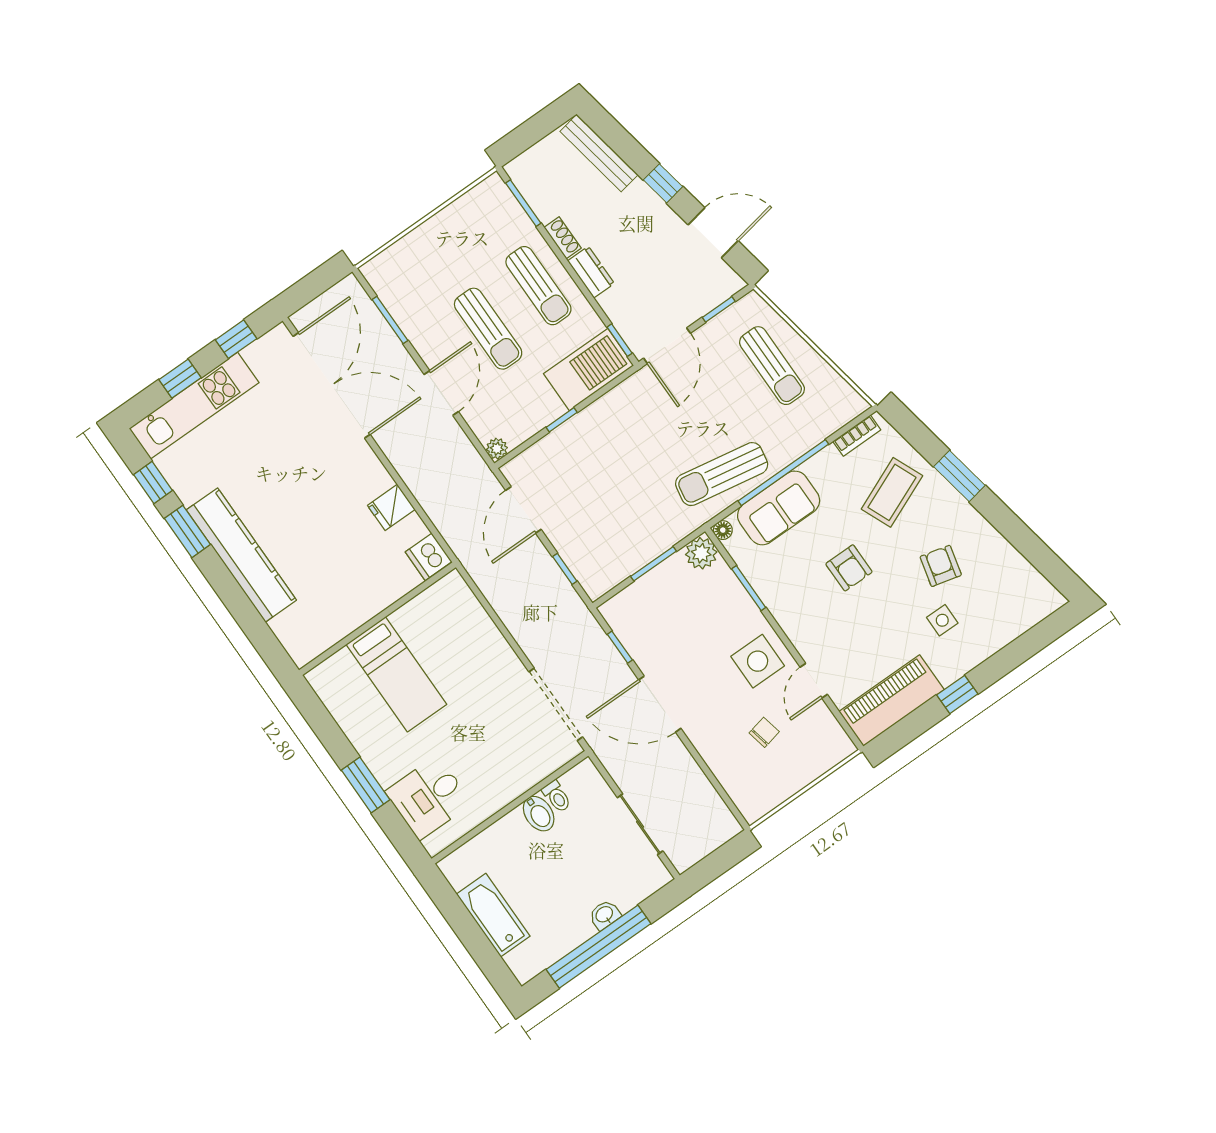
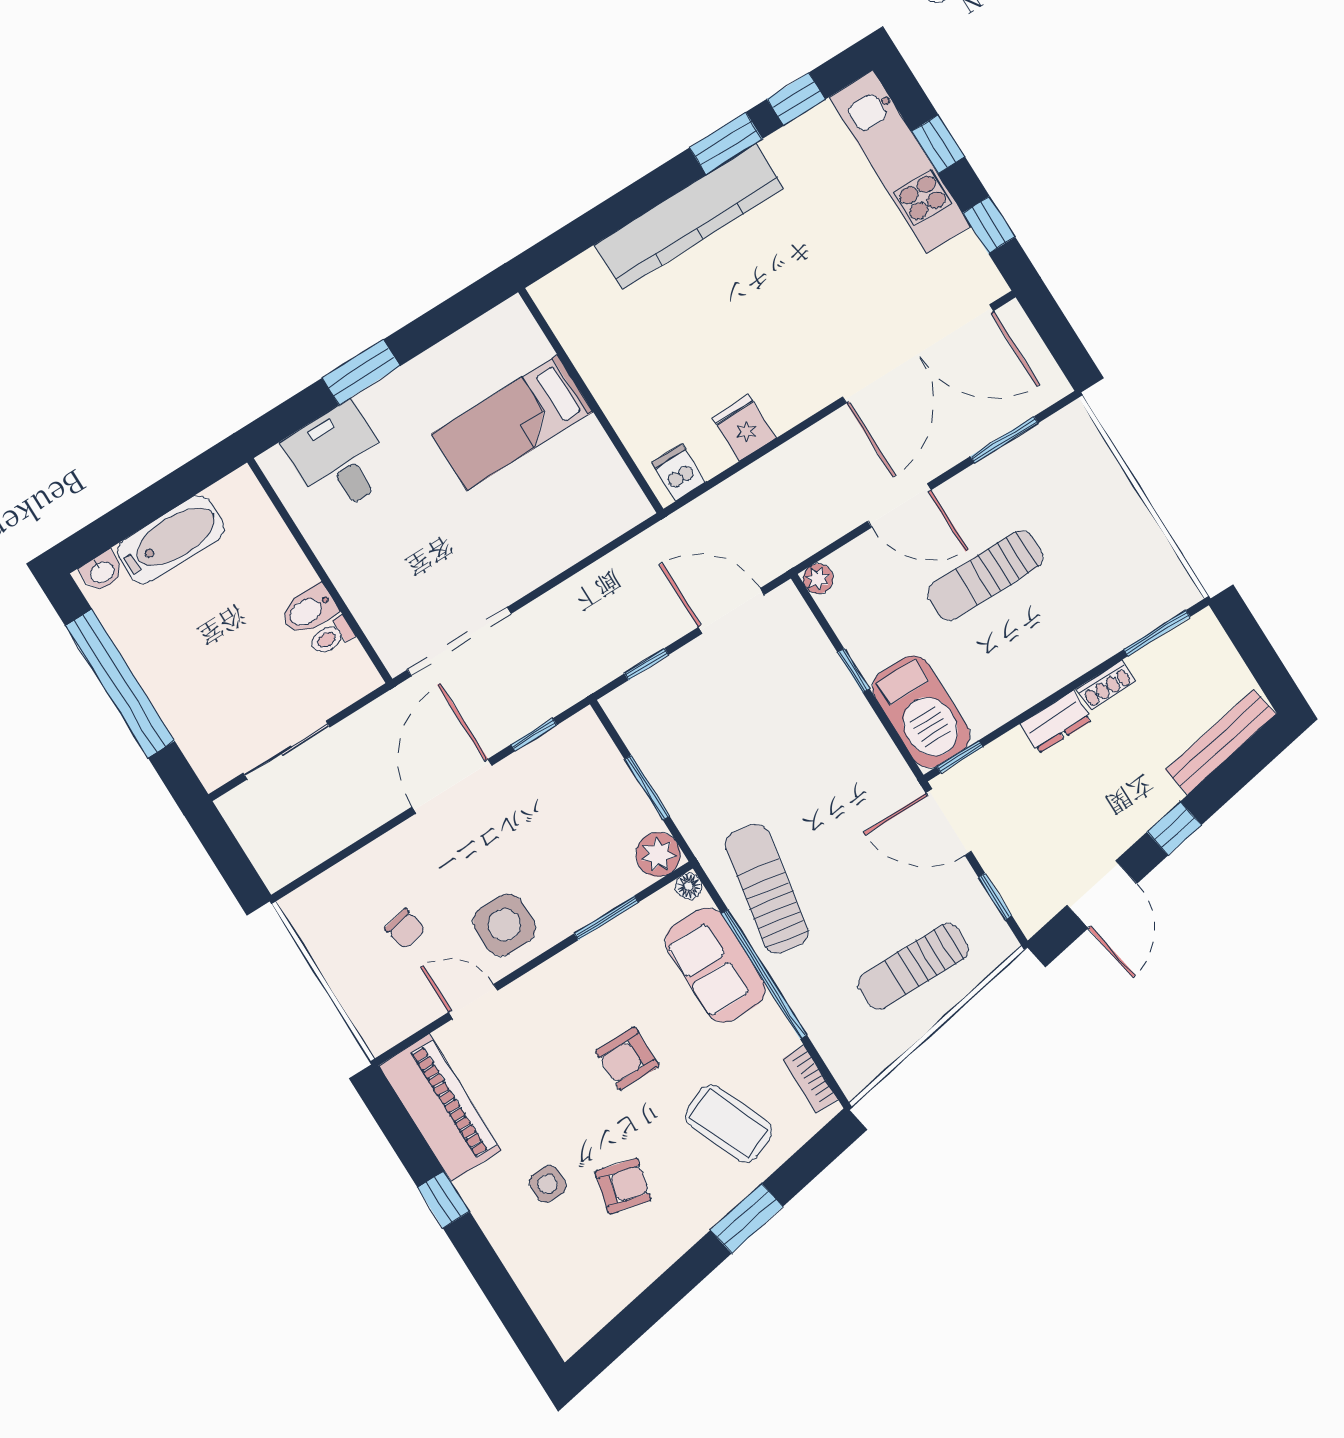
sun lounger: (538, 286) -> (1041, 648), removed
dishwasher: (429, 557) -> (679, 472), width x0.73
washbasin: (605, 915) -> (102, 572), moved, turned 90

